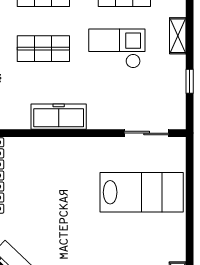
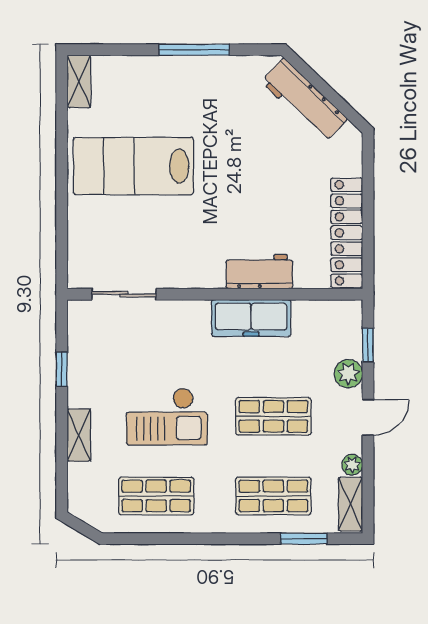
workbench: (53, 149) -> (259, 272), added
lab bench: (142, 192) -> (133, 166), moved

